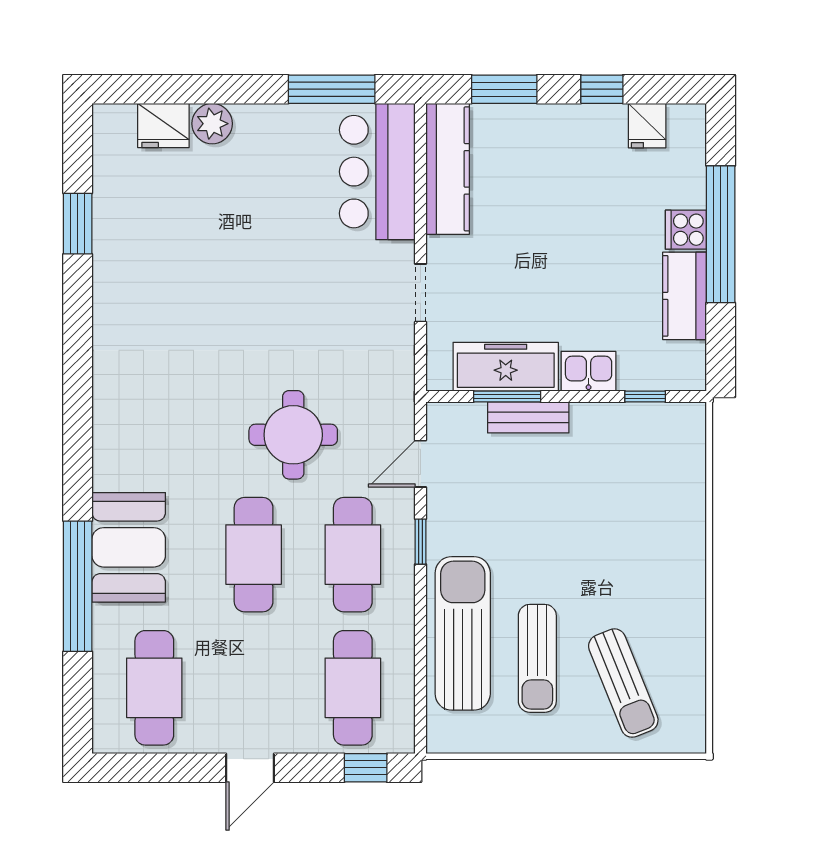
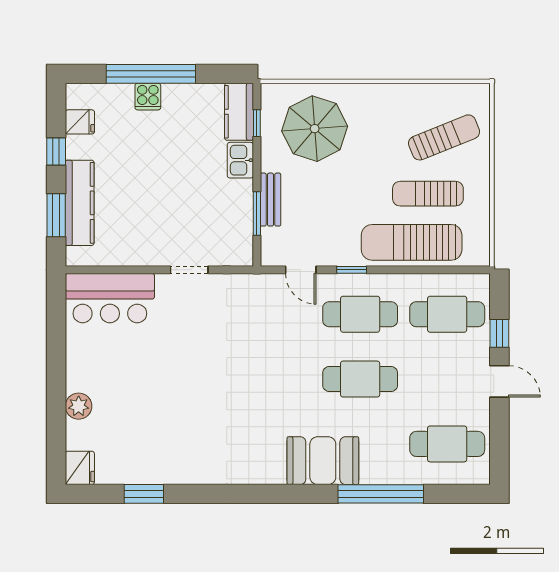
window: (332, 89) -> (56, 328), removed
fridge: (163, 126) -> (80, 468), moved
kitchen counter: (448, 169) -> (80, 203), moved, turned 90
kitchen counter: (685, 296) -> (239, 112), moved, turned 90
freezer: (506, 367) -> (237, 214), removed
round table: (293, 435) -> (282, 353), removed
parasol: (637, 485) -> (315, 129), added
booth: (129, 547) -> (323, 461), moved
sun lounger: (537, 658) -> (428, 194), turned 180
window: (366, 768) -> (499, 333), moved

